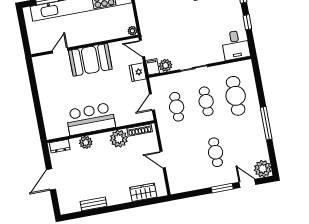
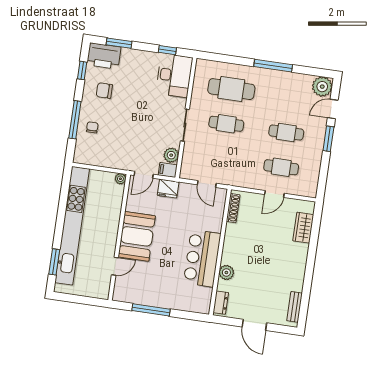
window: (247, 22) -> (167, 50), moved
desk: (235, 45) -> (174, 75), width x1.37
door: (60, 50) -> (115, 266), swing flipped
window: (35, 92) -> (151, 310), added
cafe table: (177, 107) -> (281, 167), moved
plant: (119, 139) -> (235, 234), removed
bench: (94, 204) -> (295, 307), moved

